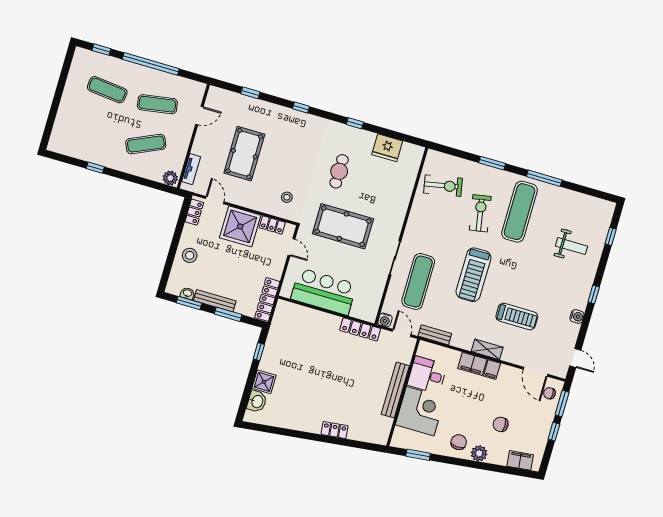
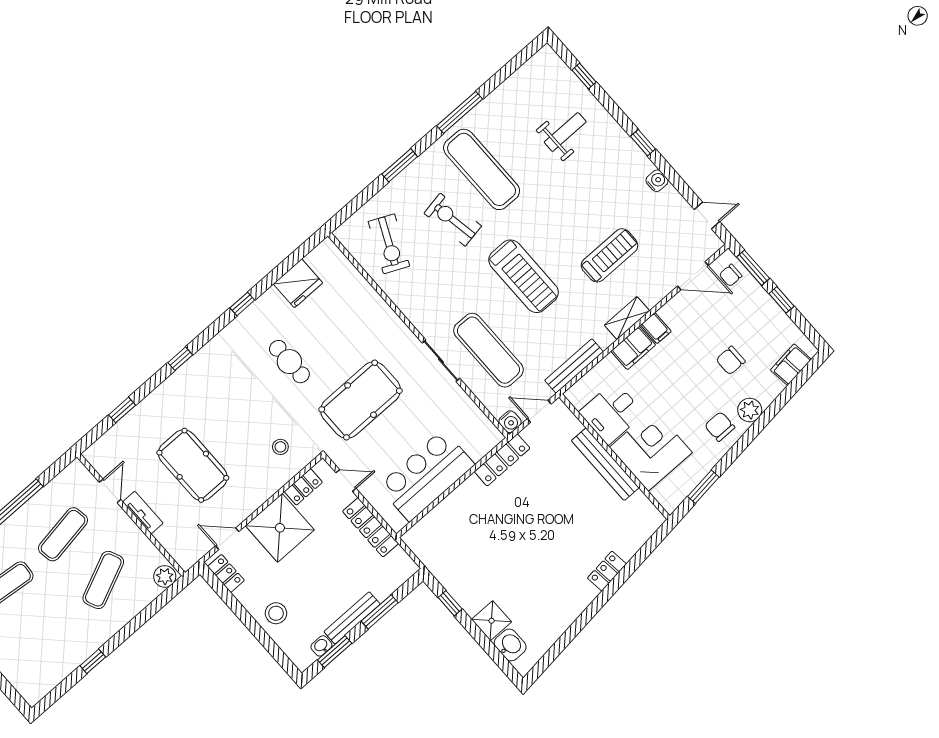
tv unit: (191, 169) -> (143, 513), moved
exercise bike: (443, 186) -> (389, 244), turned 126
locker: (267, 300) -> (370, 527), moved
bench: (435, 335) -> (574, 366), width x1.36

